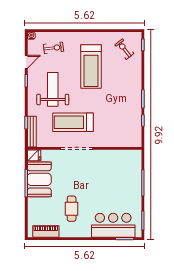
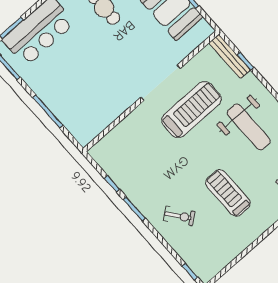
exercise bike: (124, 49) -> (179, 216), moved
treadmill: (91, 66) -> (228, 193), width x0.73, depth x0.73
fridge: (34, 155) -> (202, 31), removed

